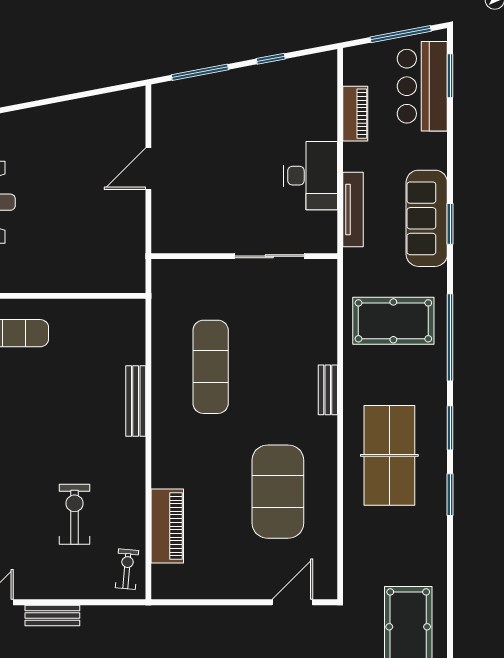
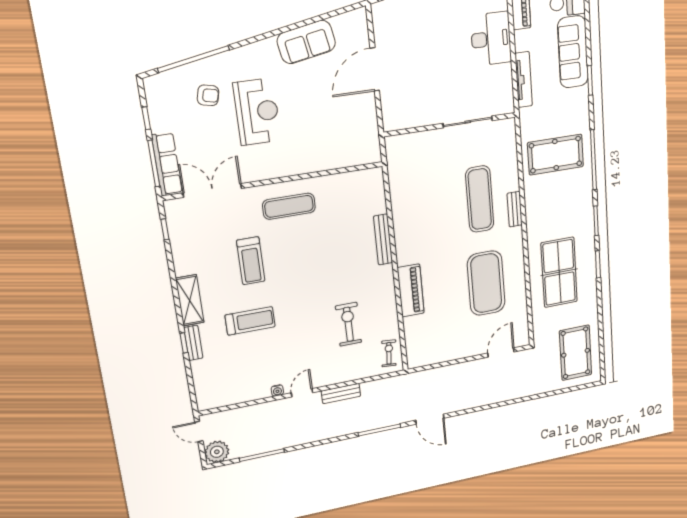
sofa: (63, 122) -> (306, 42), added
door: (148, 169) -> (375, 69), width x1.36
desk: (310, 176) -> (491, 39), moved
sofa: (427, 218) -> (573, 52), moved
exercise mat: (211, 367) -> (480, 199), moved
table tennis table: (389, 455) -> (559, 272), moved
piano: (167, 526) -> (411, 290), moved

